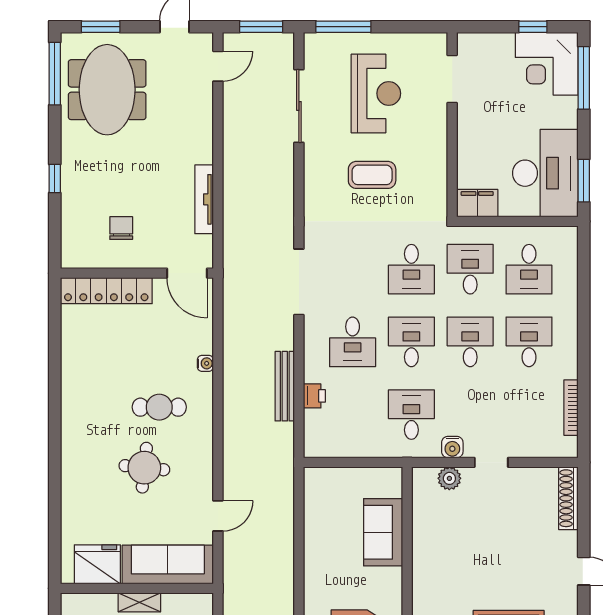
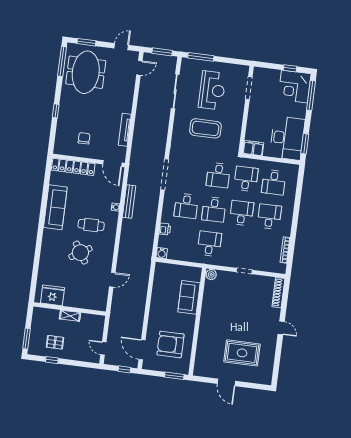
coffee table: (372, 175) -> (205, 128), width x1.36, depth x1.32
desk: (411, 342) -> (214, 209), turned 180
bench: (285, 386) -> (129, 202), moved
water cooler: (452, 447) -> (162, 253), moved
round table: (144, 468) -> (80, 253), turned -38
plant: (449, 478) -> (211, 274), moved
sofa: (168, 565) -> (55, 207), moved, turned 90

